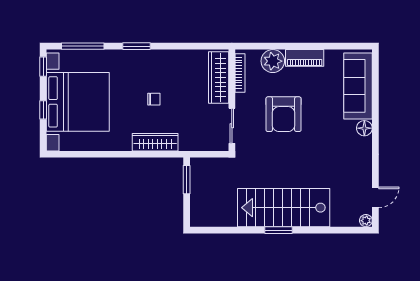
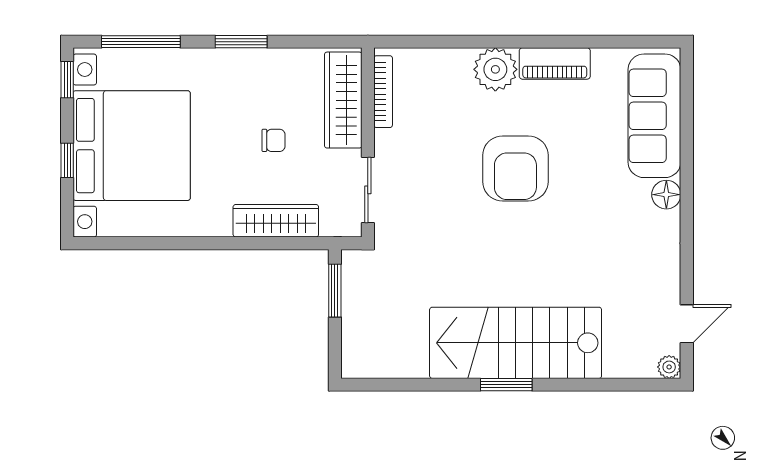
bookcase: (240, 73) -> (383, 92), moved
wardrobe: (219, 77) -> (343, 100), moved
wall: (232, 100) -> (368, 142), moved
sliding door: (232, 126) -> (368, 190), moved

